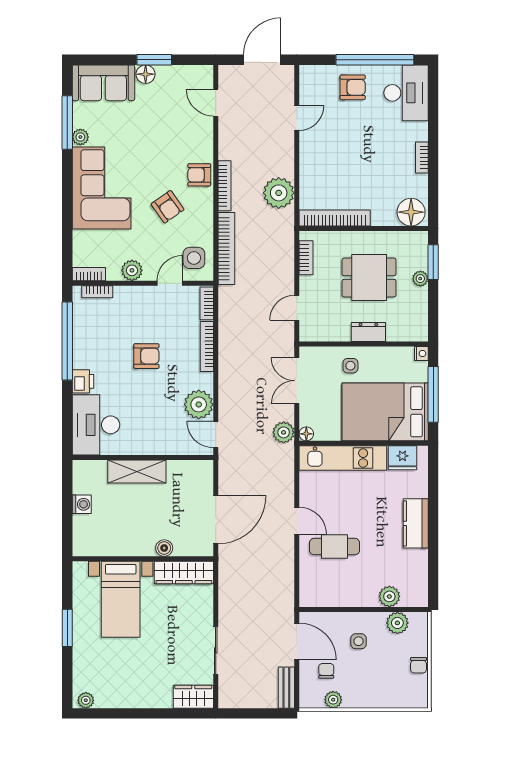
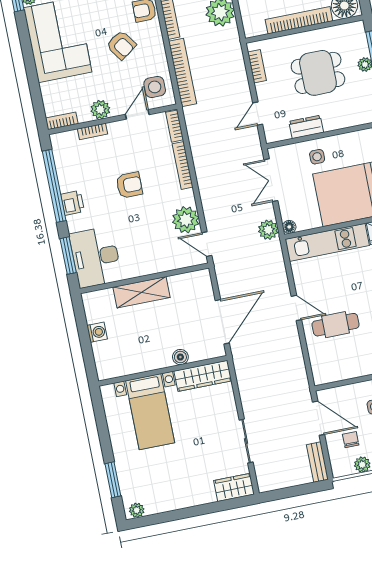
bookcase: (335, 218) -> (299, 20), moved
bookcase: (97, 292) -> (93, 131), moved
dresser: (368, 332) -> (306, 127), moved
printer: (83, 381) -> (73, 203), moved
window: (67, 417) -> (68, 256), added
window: (67, 628) -> (113, 480), moved

